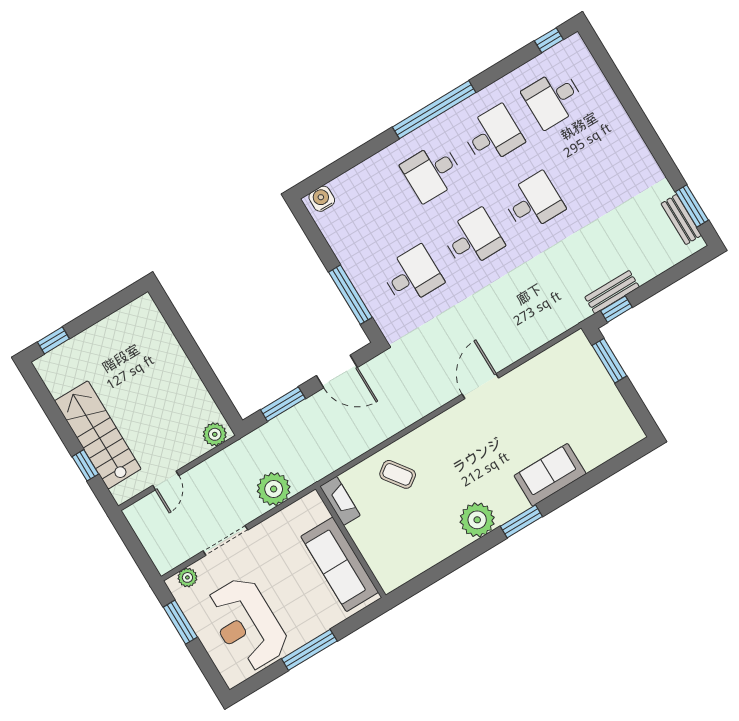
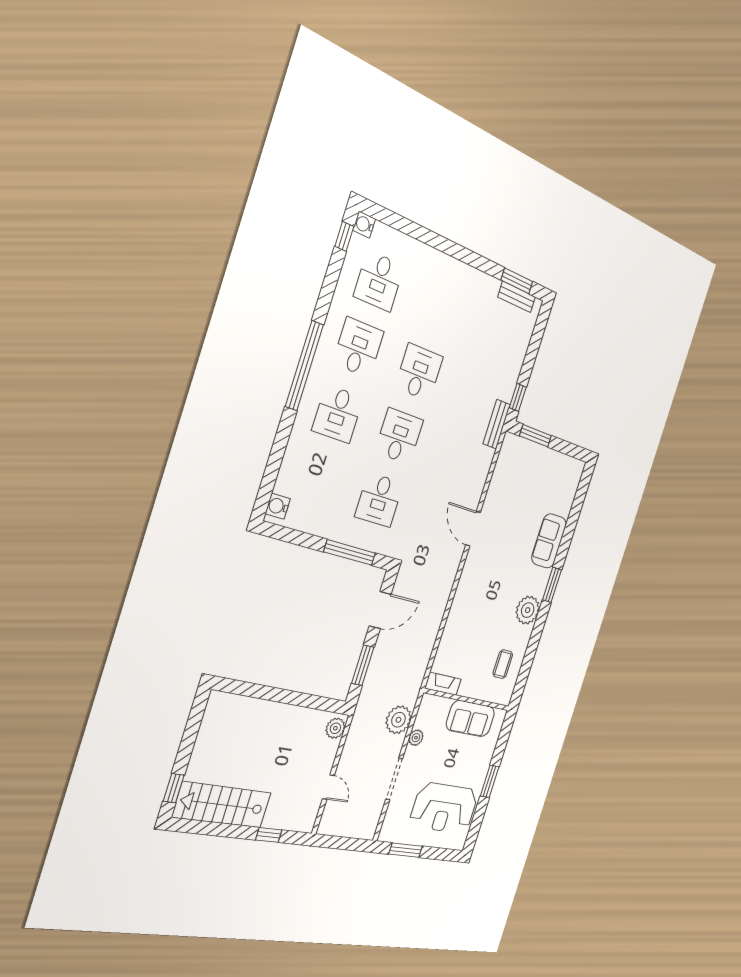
water cooler: (574, 45) -> (364, 225), added
desk: (412, 276) -> (379, 500), turned 180
bench: (612, 292) -> (497, 424), moved
stairs: (98, 435) -> (222, 805), moved
coffee table: (398, 474) -> (503, 664), moved, turned -54
sofa: (340, 564) -> (470, 719), width x0.73
plant: (187, 577) -> (416, 738), moved
window: (309, 650) -> (490, 781), width x0.69

